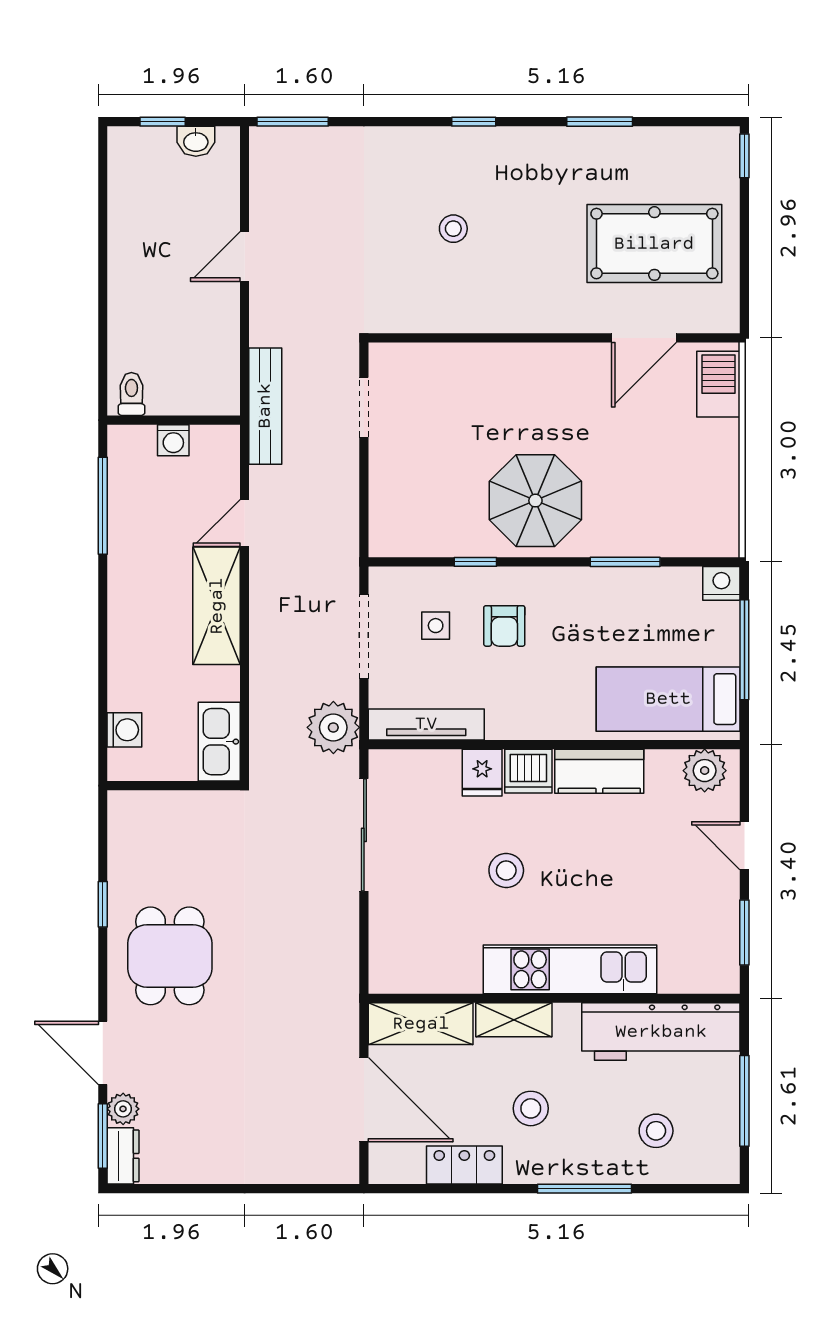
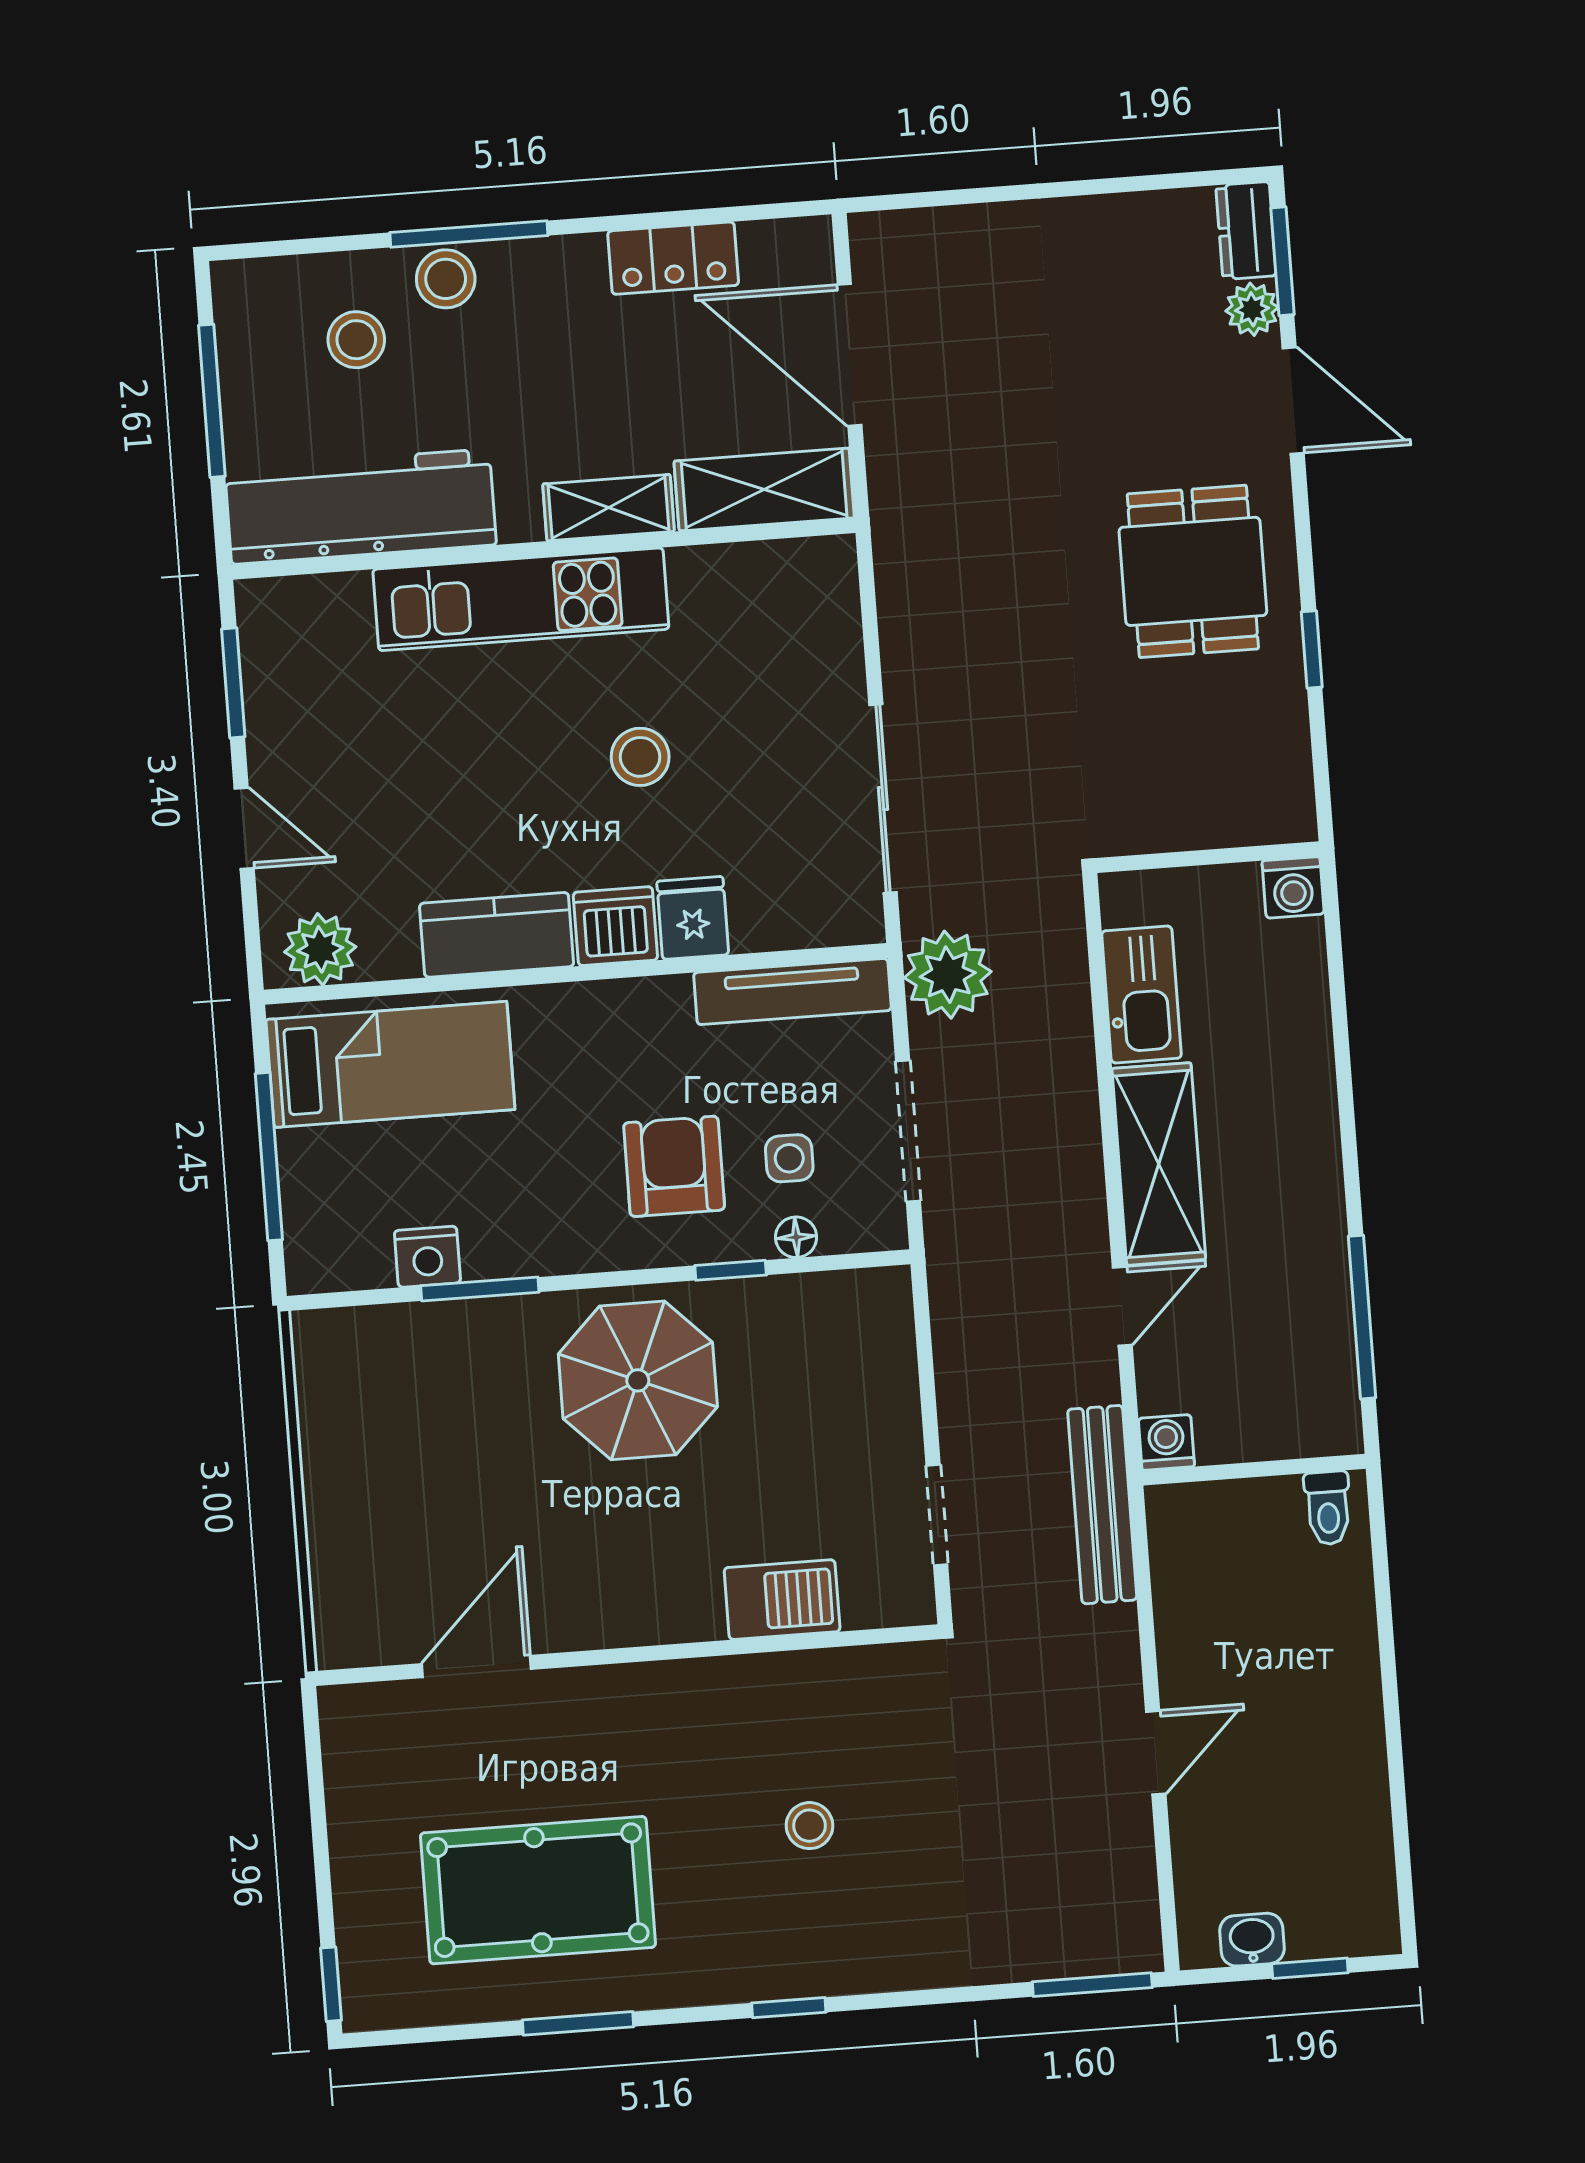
pool table: (654, 244) -> (538, 1890), moved
barbecue: (718, 384) -> (782, 1600), moved, turned -90
washing machine: (173, 440) -> (1166, 1442), moved
floor lamp: (435, 578) -> (796, 1237), added
nightstand: (721, 583) -> (427, 1257), moved
armchair: (504, 626) -> (674, 1166), width x1.38, depth x1.38
washing machine: (124, 730) -> (1293, 887), moved, turned -90
kitchen sink: (219, 742) -> (1142, 994), moved
stool: (531, 1108) -> (446, 279), moved

